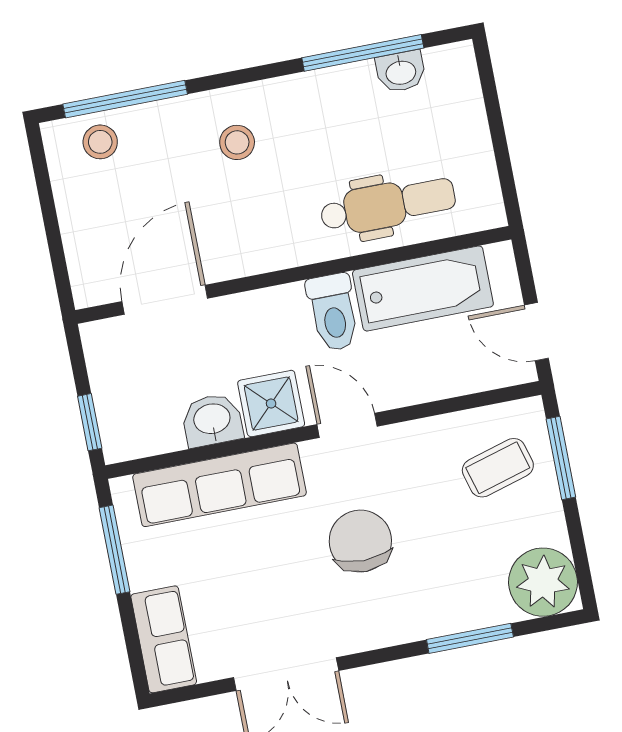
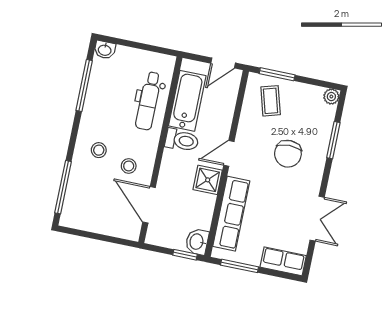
washbasin: (401, 72) -> (105, 50), moved, turned 90
stool: (100, 142) -> (129, 166), moved
dental chair: (388, 205) -> (148, 101), turned 180
washbasin: (212, 420) -> (197, 242), moved
chair: (360, 541) -> (288, 154), moved, turned -90
plant: (543, 582) -> (331, 97), width x0.53, depth x0.53

